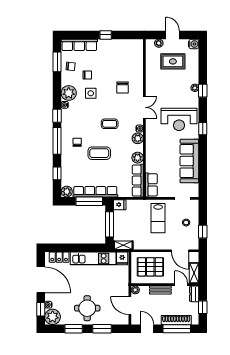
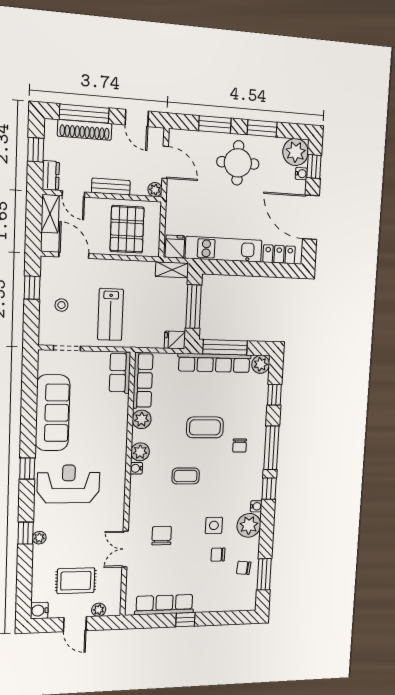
row of seats: (79, 45) -> (164, 605), moved
double door: (144, 107) -> (125, 549), moved
lab bench: (158, 218) -> (110, 314), turned 180
pallet: (150, 267) -> (127, 229), turned 90

